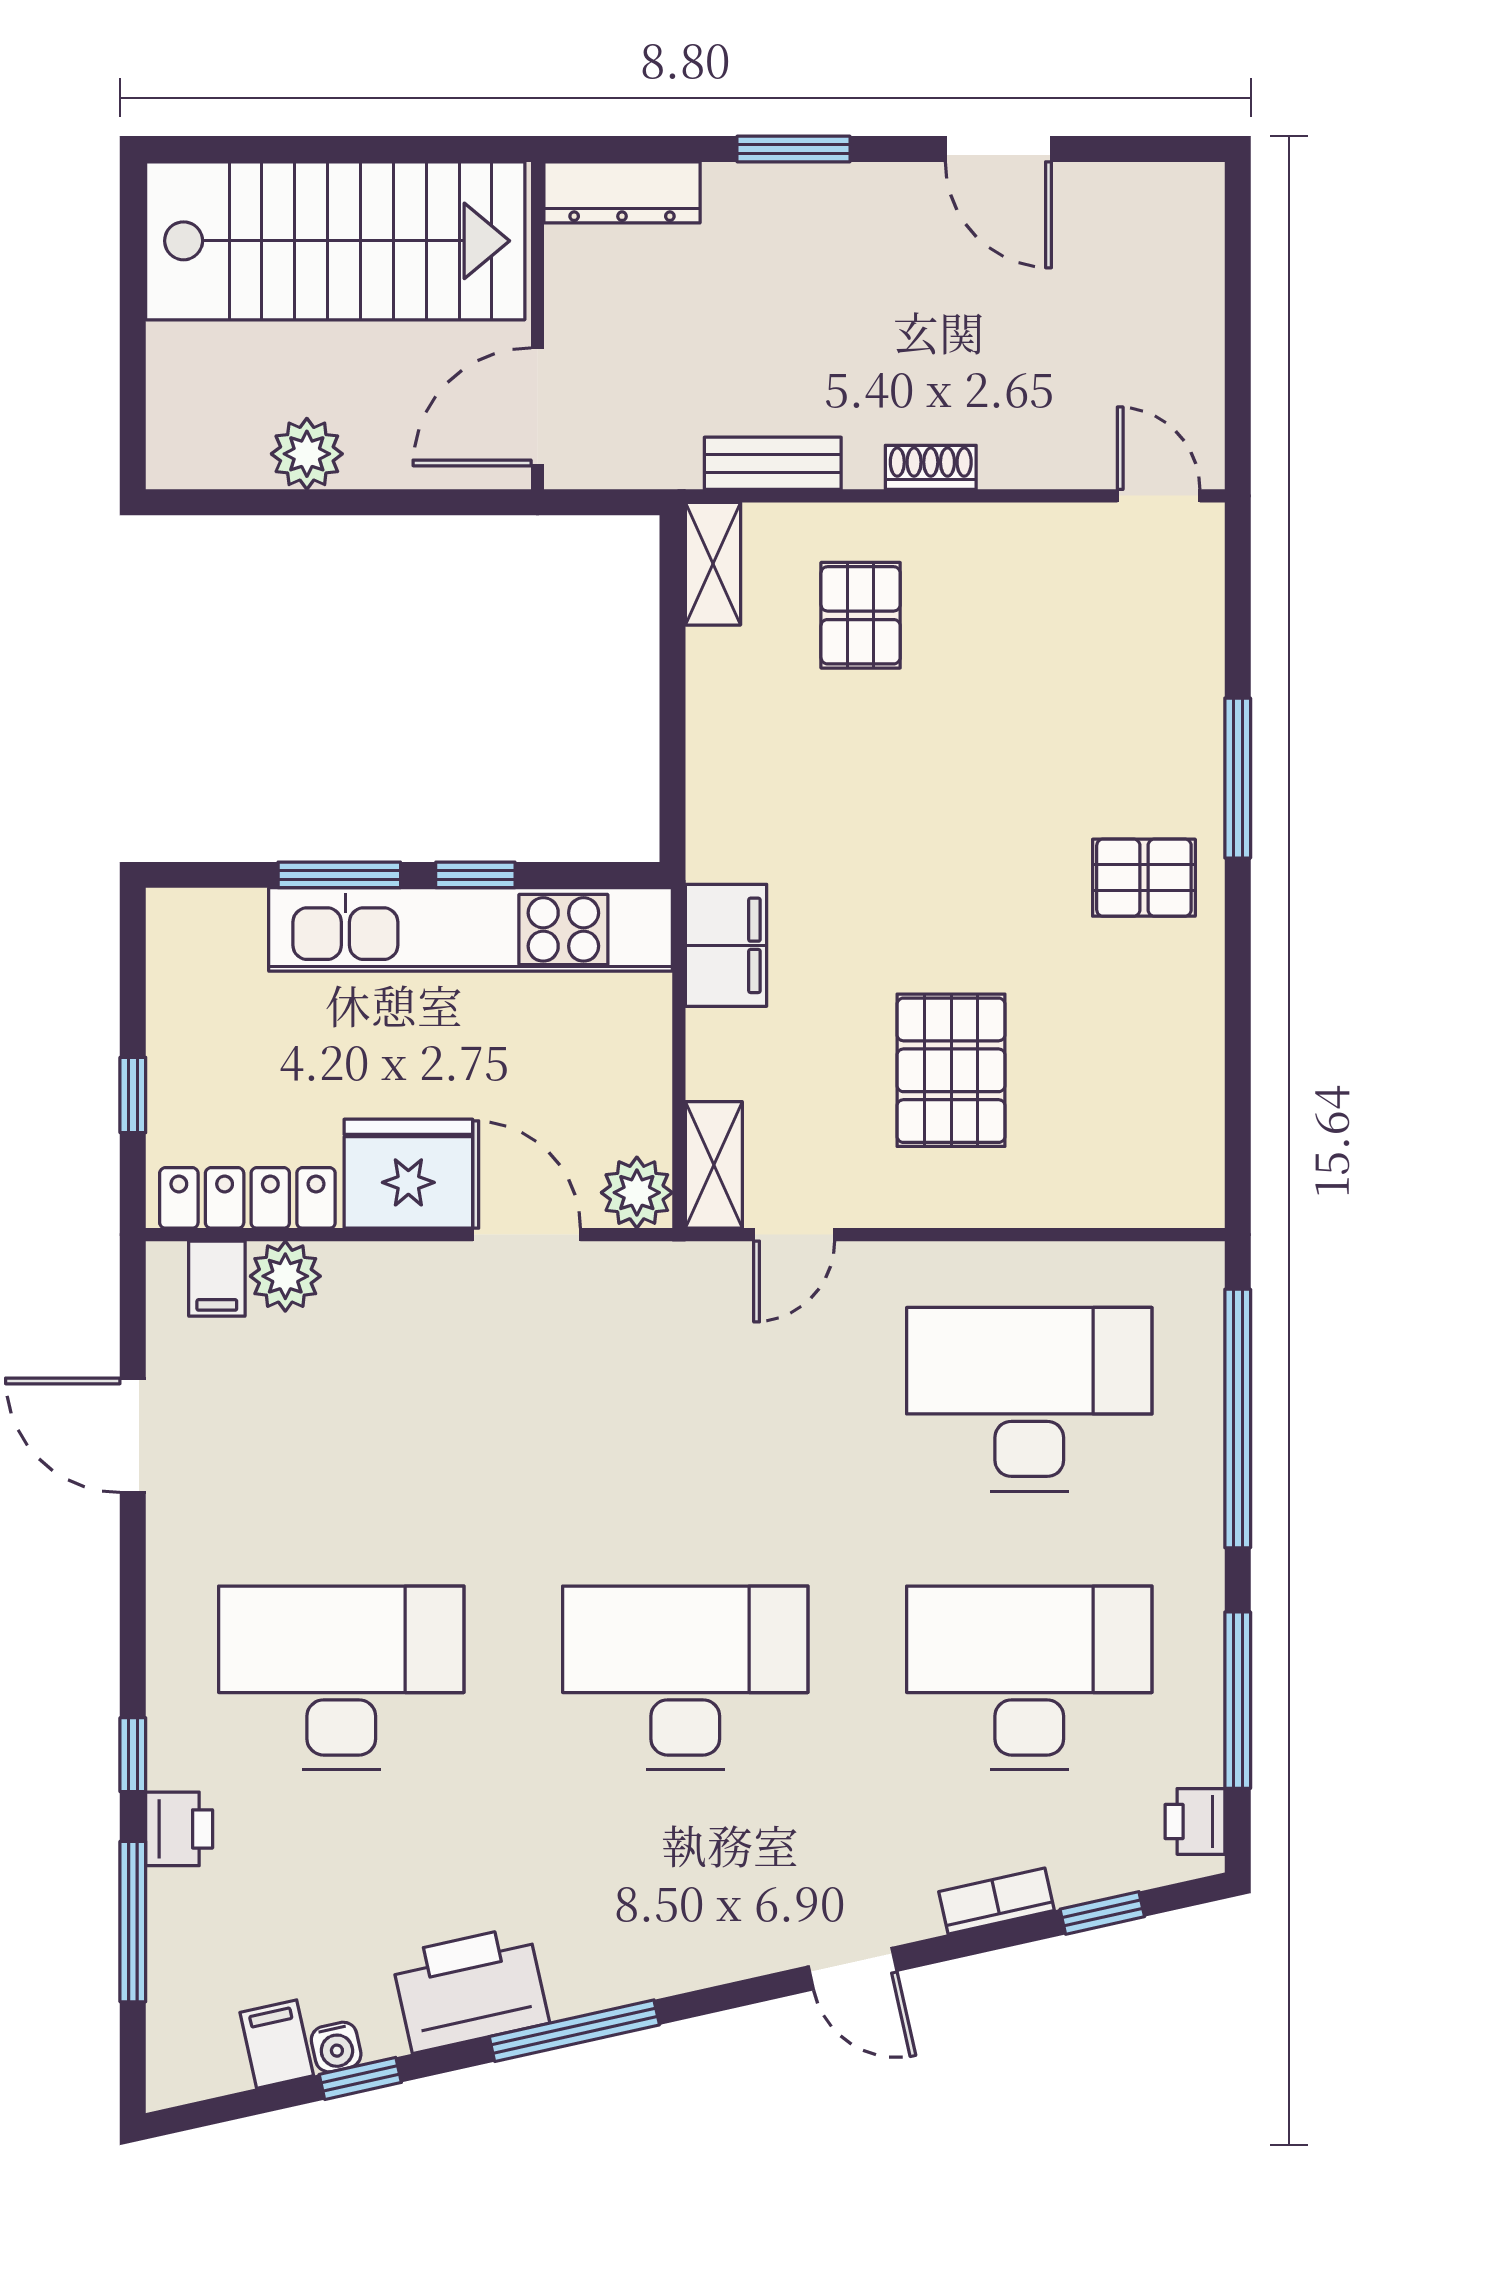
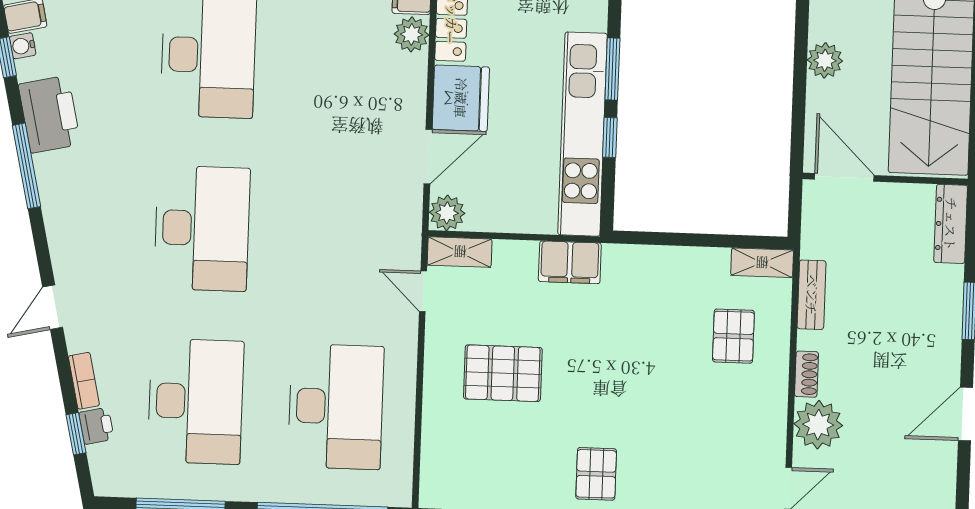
plant: (1030, 441) -> (818, 425), added
pallet: (861, 615) -> (733, 336), turned 90
printer: (1195, 1821) -> (96, 426), moved, turned 77

